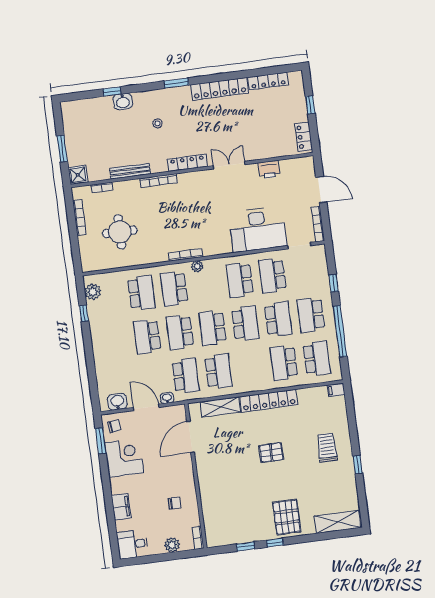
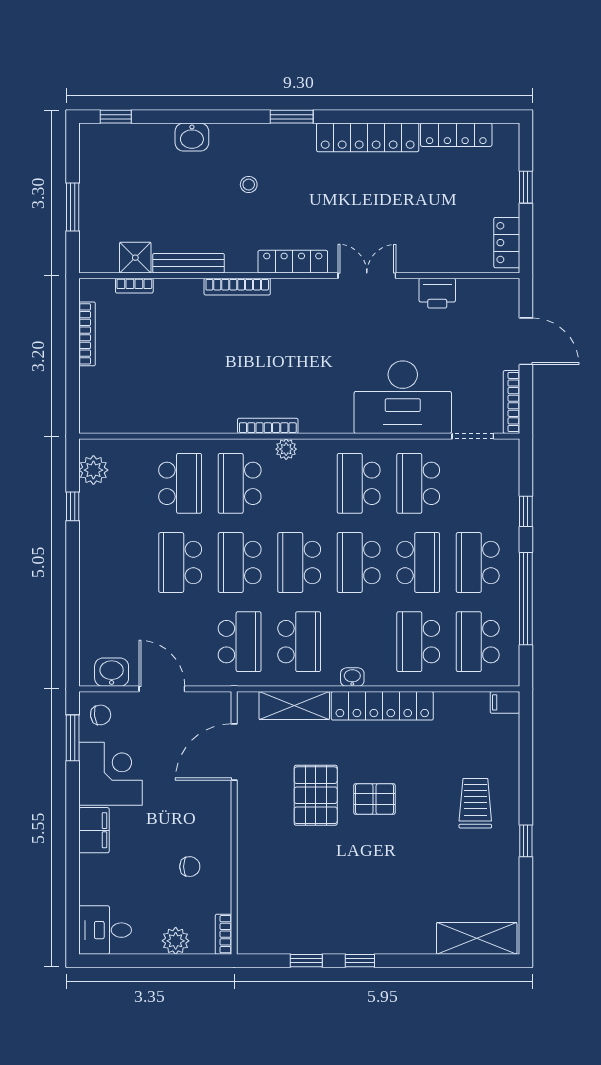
window: (112, 91) -> (116, 117), moved
shower: (78, 175) -> (135, 258), moved
round table: (120, 232) -> (156, 369), removed
school desk: (245, 324) -> (359, 562), turned 180
school desk: (317, 358) -> (478, 642), turned 180
washbasin: (167, 398) -> (352, 677), moved
filing cabinet: (121, 507) -> (94, 830), moved
pallet: (287, 517) -> (316, 795), moved

